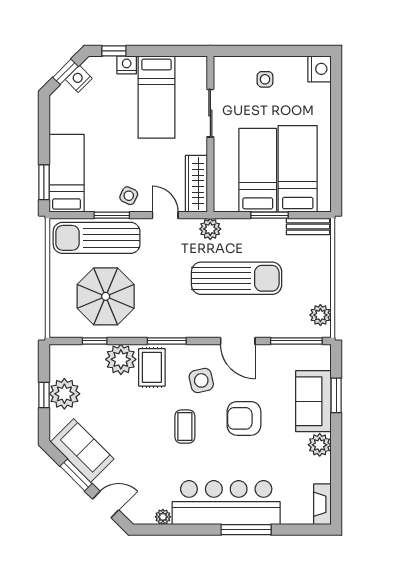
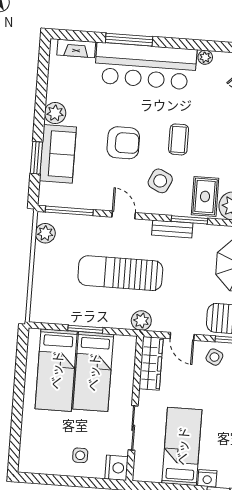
nightstand: (319, 69) -> (117, 468), moved, turned 180
bench: (308, 226) -> (172, 229), moved
door: (238, 341) -> (124, 215), width x0.73
side table: (201, 380) -> (160, 181), turned 38
fireplace: (322, 504) -> (76, 48), moved, turned 90

